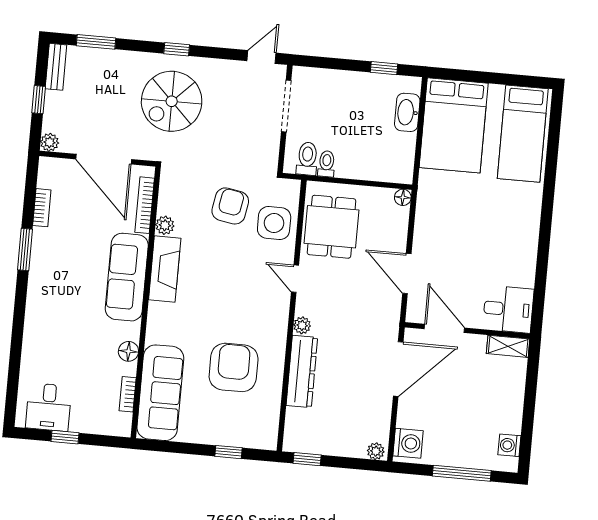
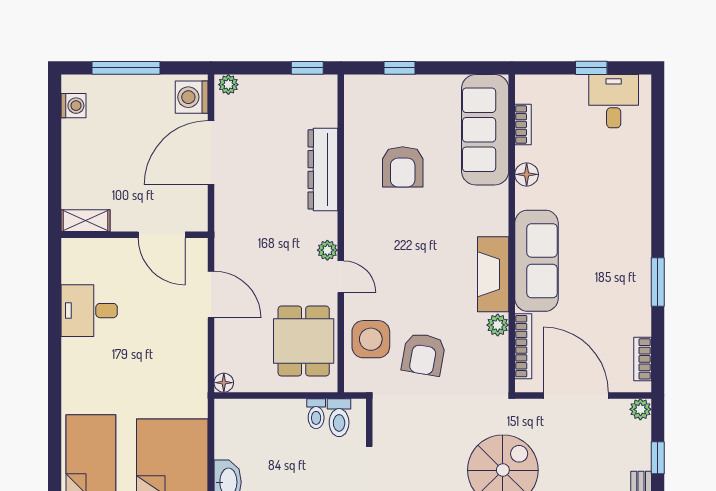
bookcase: (42, 208) -> (643, 359), moved
desk: (508, 309) -> (89, 311), moved
plant: (302, 325) -> (327, 250), moved
armchair: (234, 367) -> (403, 167), width x0.73, depth x0.73
door: (398, 369) -> (211, 153), moved

